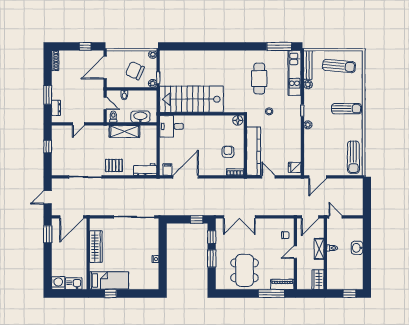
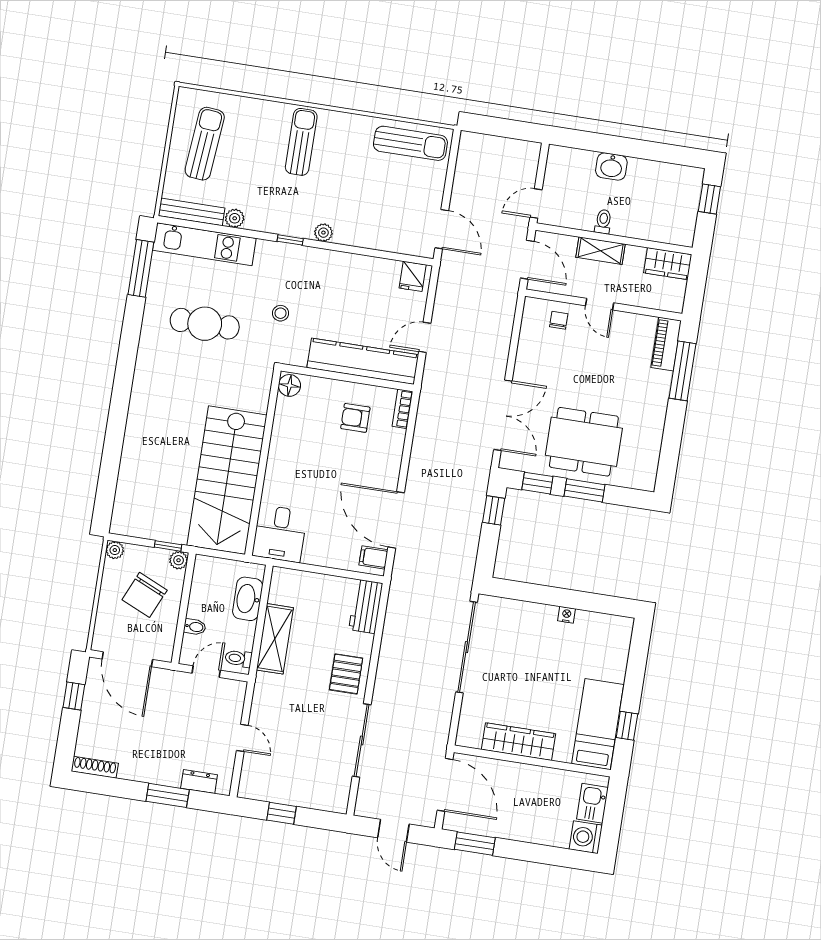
dining table: (245, 270) -> (584, 442), moved

